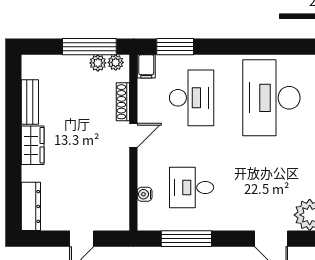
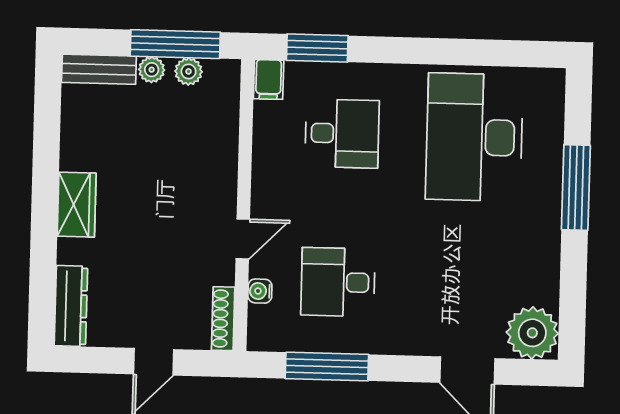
plant: (116, 62) -> (152, 70), moved
desk: (192, 98) -> (342, 133), width x0.73
bench: (30, 102) -> (99, 69), moved, turned 90
shoe rack: (123, 102) -> (223, 319), moved
door: (133, 135) -> (243, 239), moved

